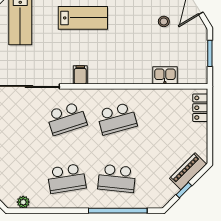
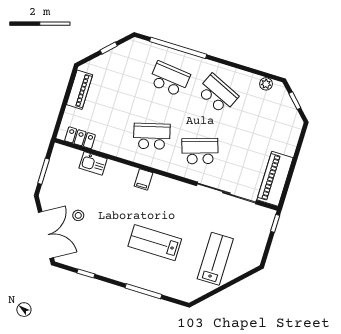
filing cabinet: (80, 75) -> (144, 179), moved
locker: (200, 108) -> (80, 138), moved, turned -90
piano: (188, 171) -> (80, 90), moved, turned -45
school desk: (67, 178) -> (218, 94), turned 33

